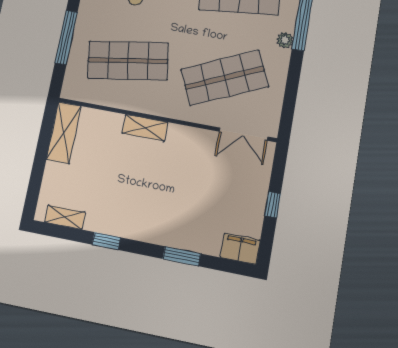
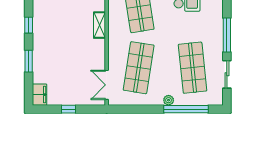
shop shelf: (225, 78) -> (139, 68), turned 33
window: (106, 241) -> (29, 25), moved

